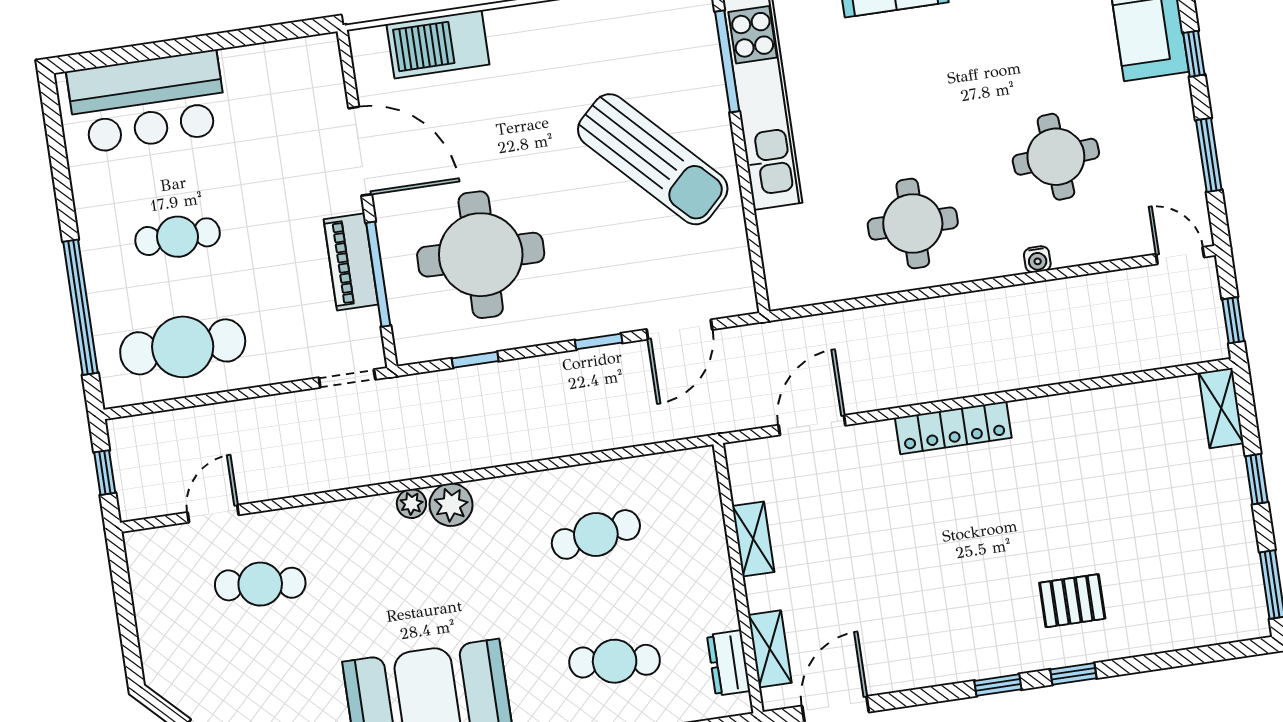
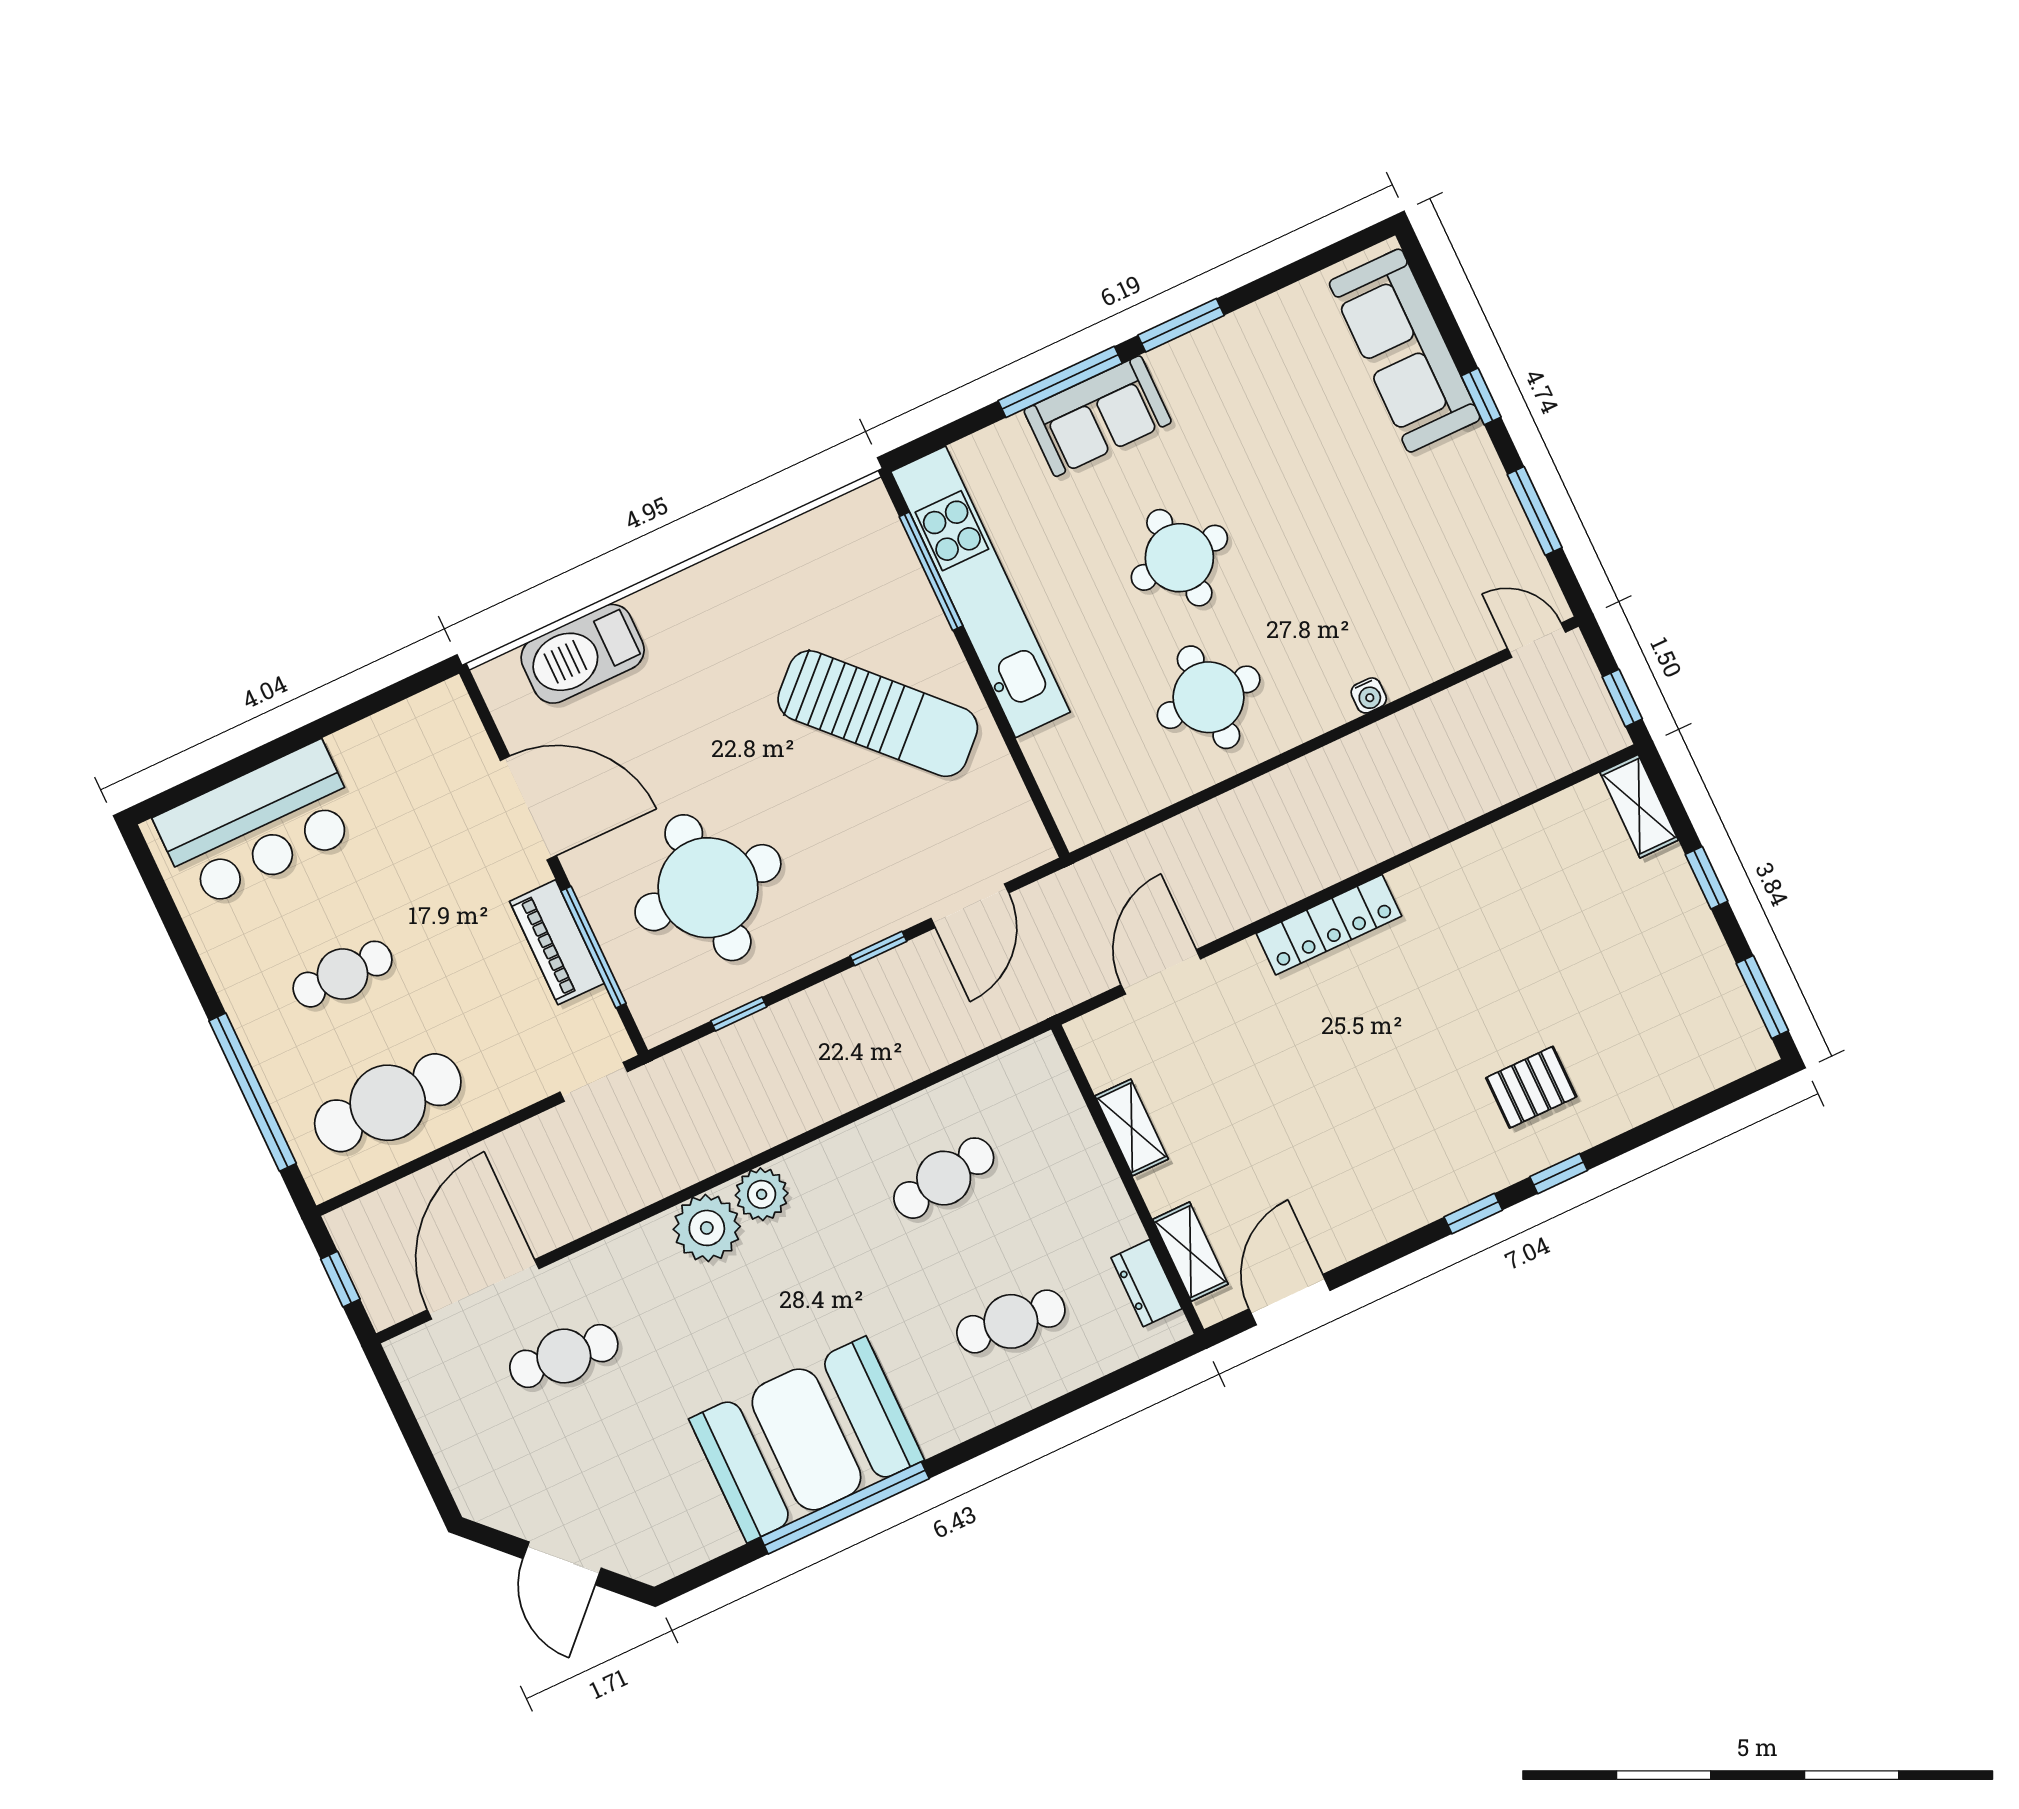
round table: (1056, 157) -> (1179, 558), moved
plant: (411, 504) -> (707, 1228), width x1.88, depth x1.88
door: (213, 514) -> (483, 1289), width x1.88

